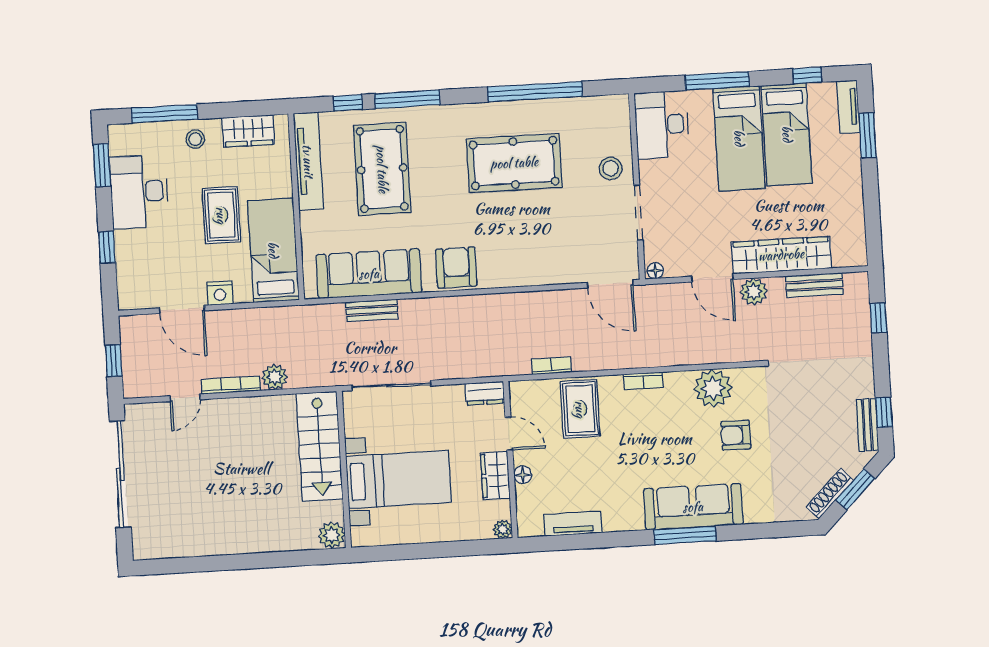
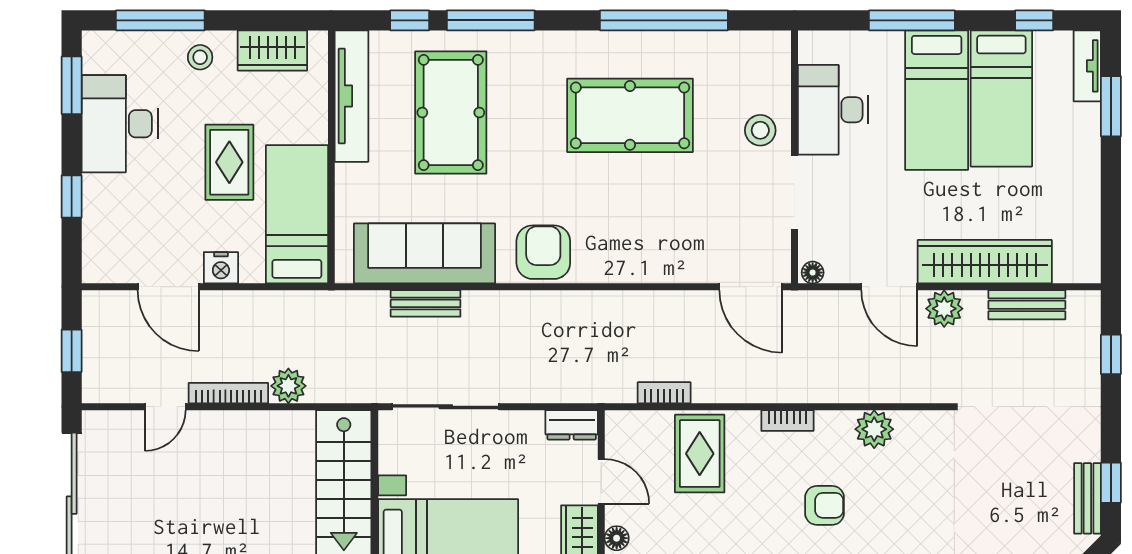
desk: (662, 125) -> (833, 110), moved
plant: (713, 388) -> (874, 429), width x0.73, depth x0.73
armchair: (736, 435) -> (824, 505), moved, turned 180

